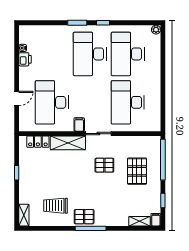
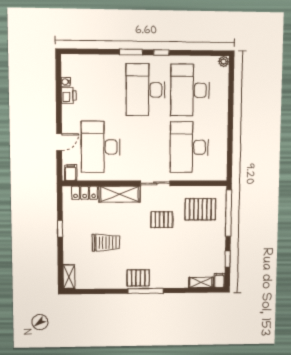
filing cabinet: (79, 124) -> (71, 173), moved
pallet: (137, 171) -> (200, 209), moved, turned 90
trolley: (56, 206) -> (106, 243), moved, turned 180

